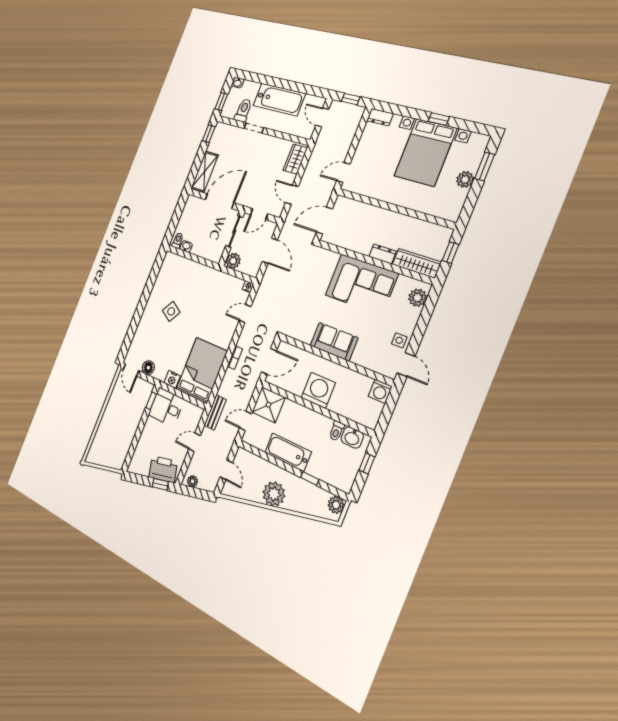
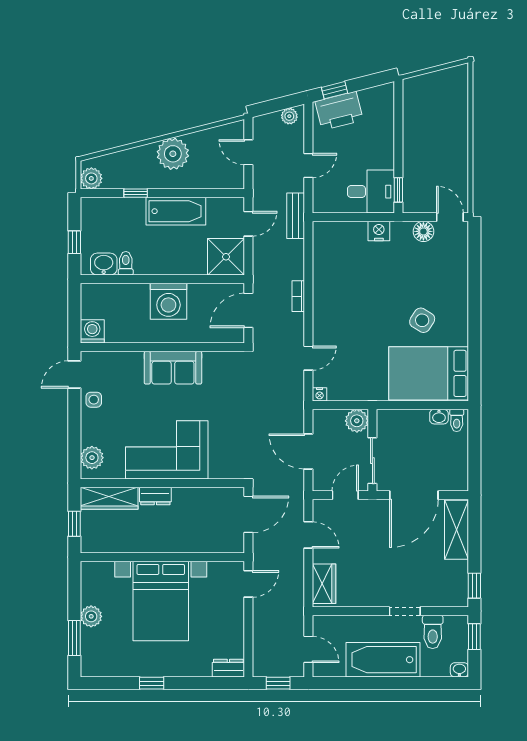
bed with nightstands: (425, 152) -> (161, 601), moved, turned 180
door: (406, 365) -> (74, 374), hinge flipped
bed: (202, 370) -> (429, 373), moved, turned 90

